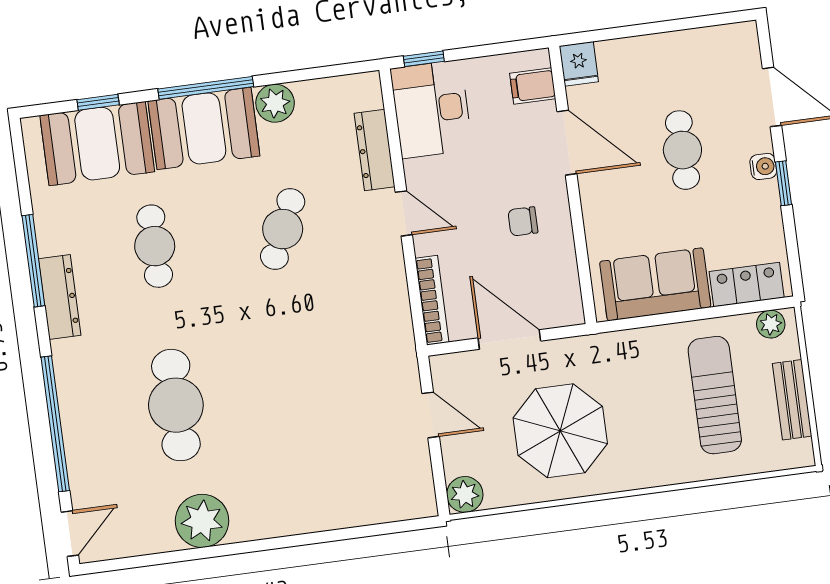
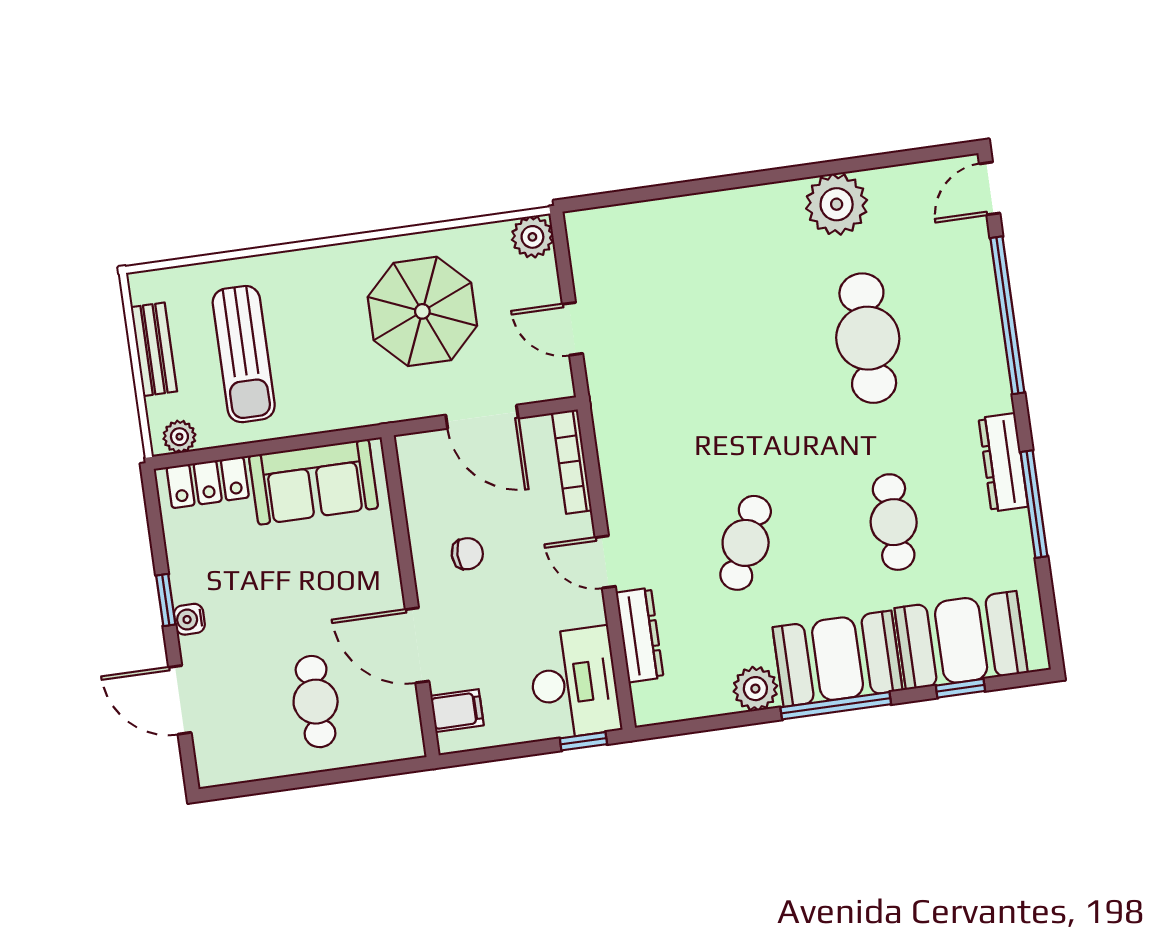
fridge: (579, 64) -> (404, 737), removed
cafe table: (682, 150) -> (316, 702), moved

